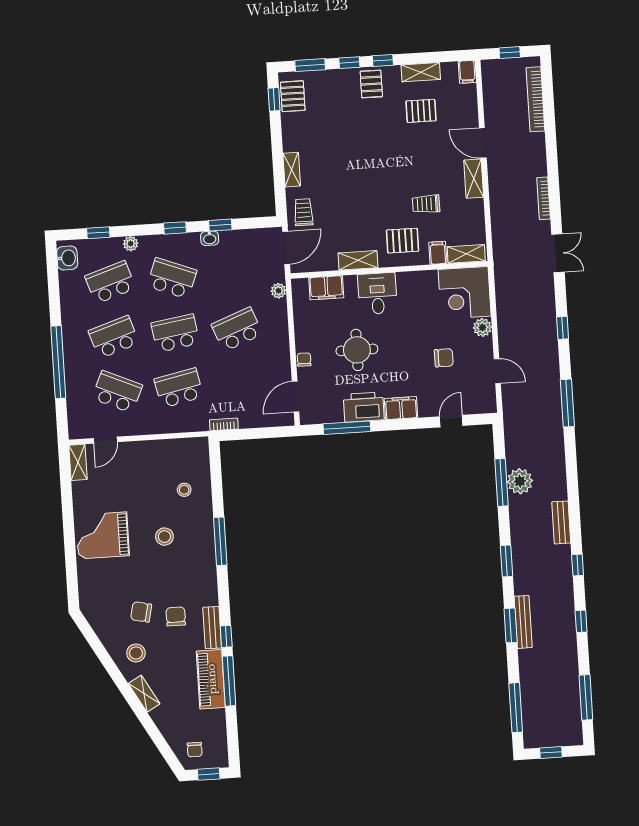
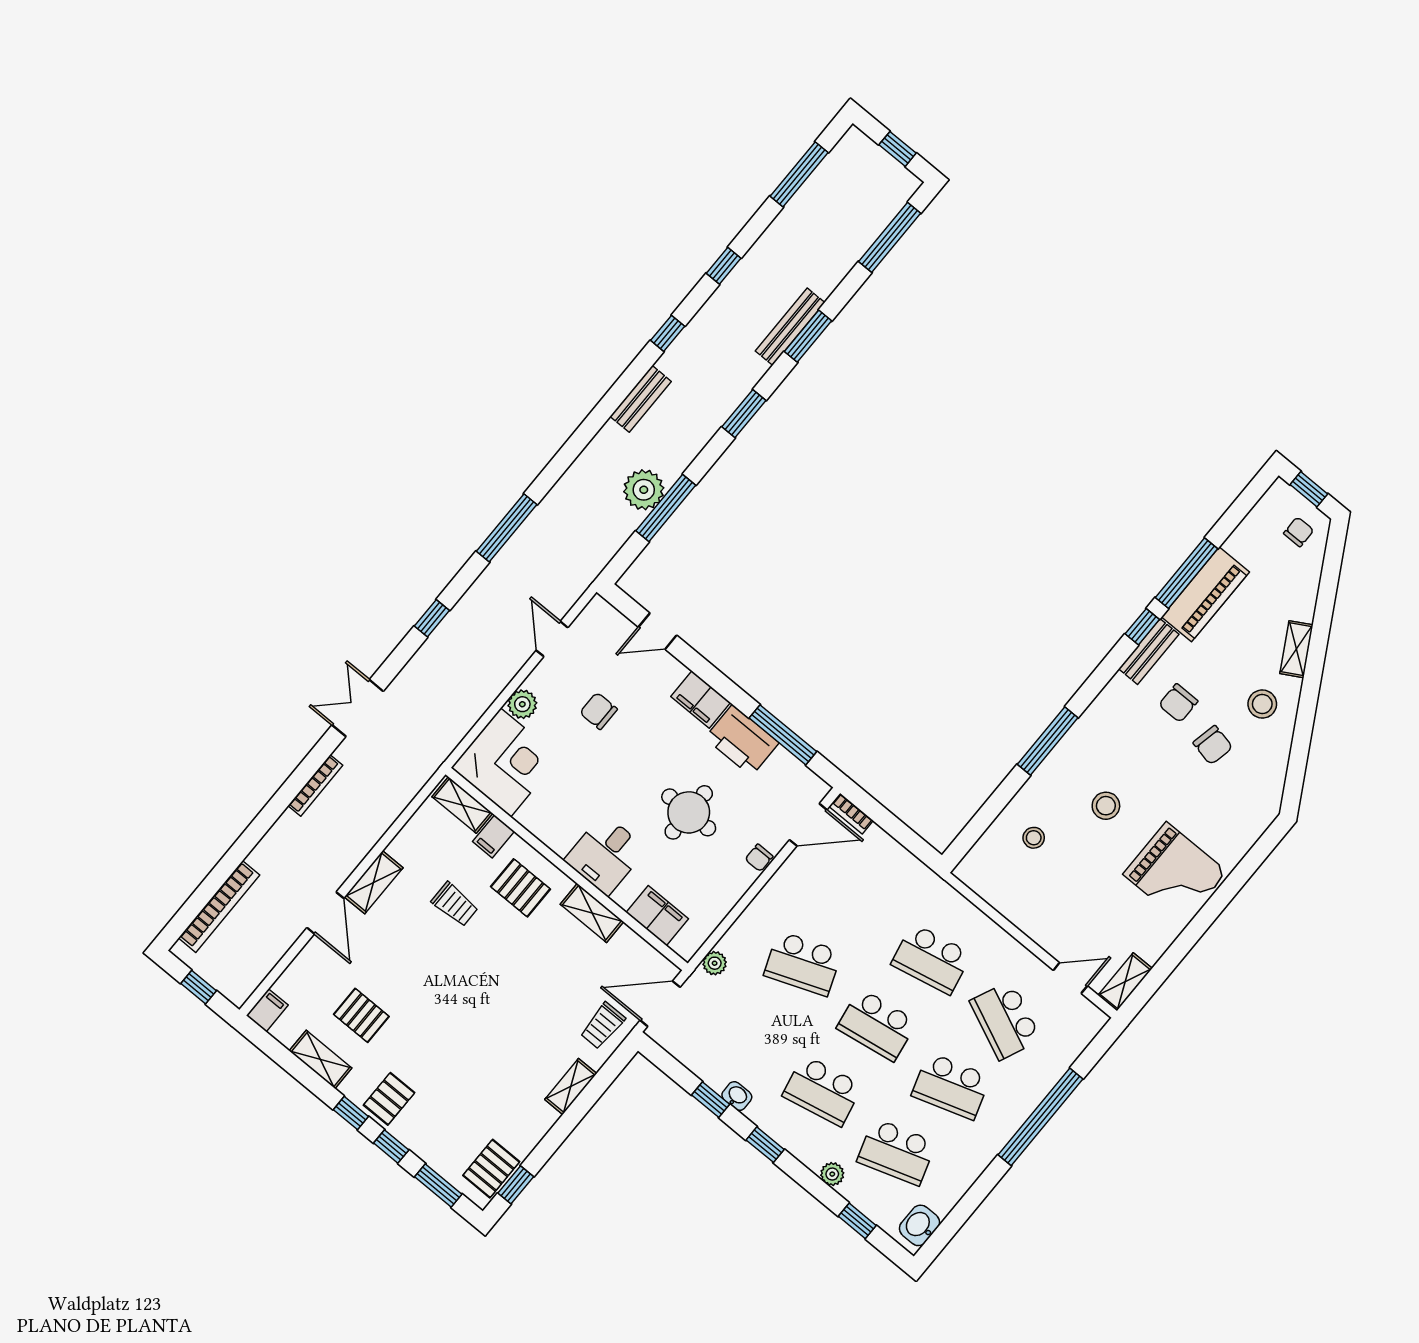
school desk: (172, 278) -> (822, 1091), turned -33
bookcase: (224, 424) -> (851, 814), moved

